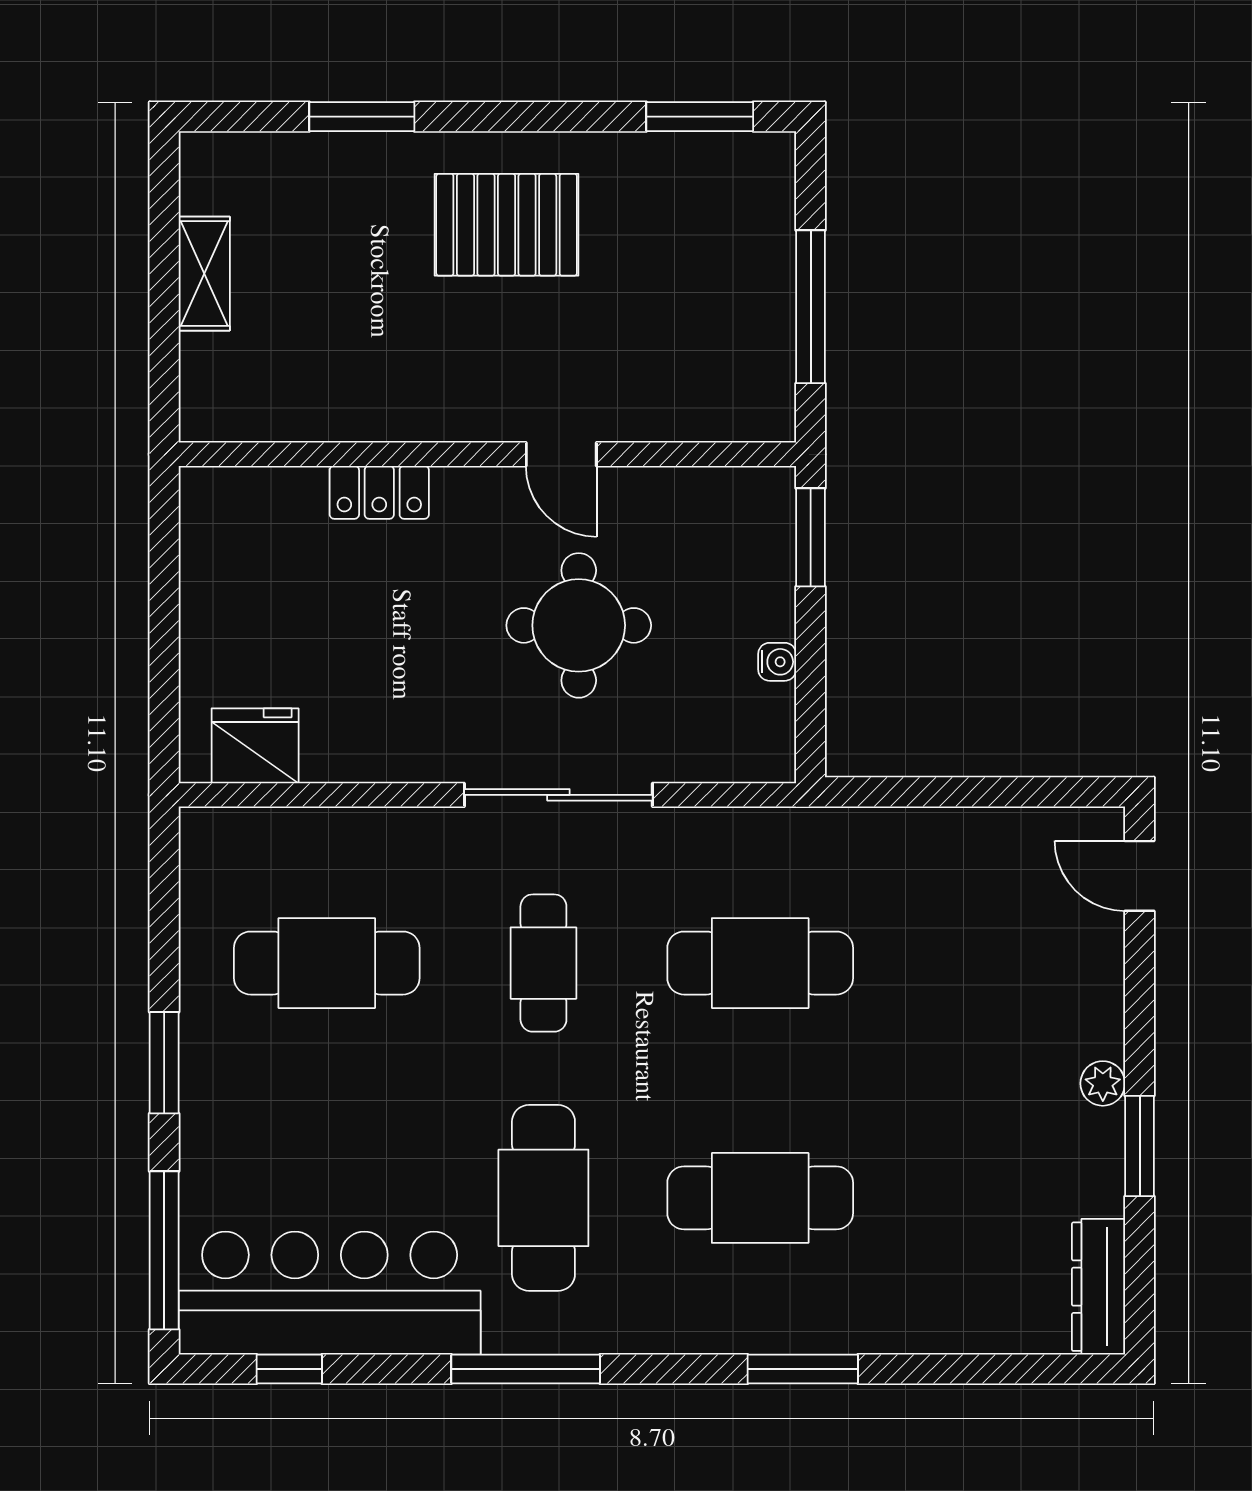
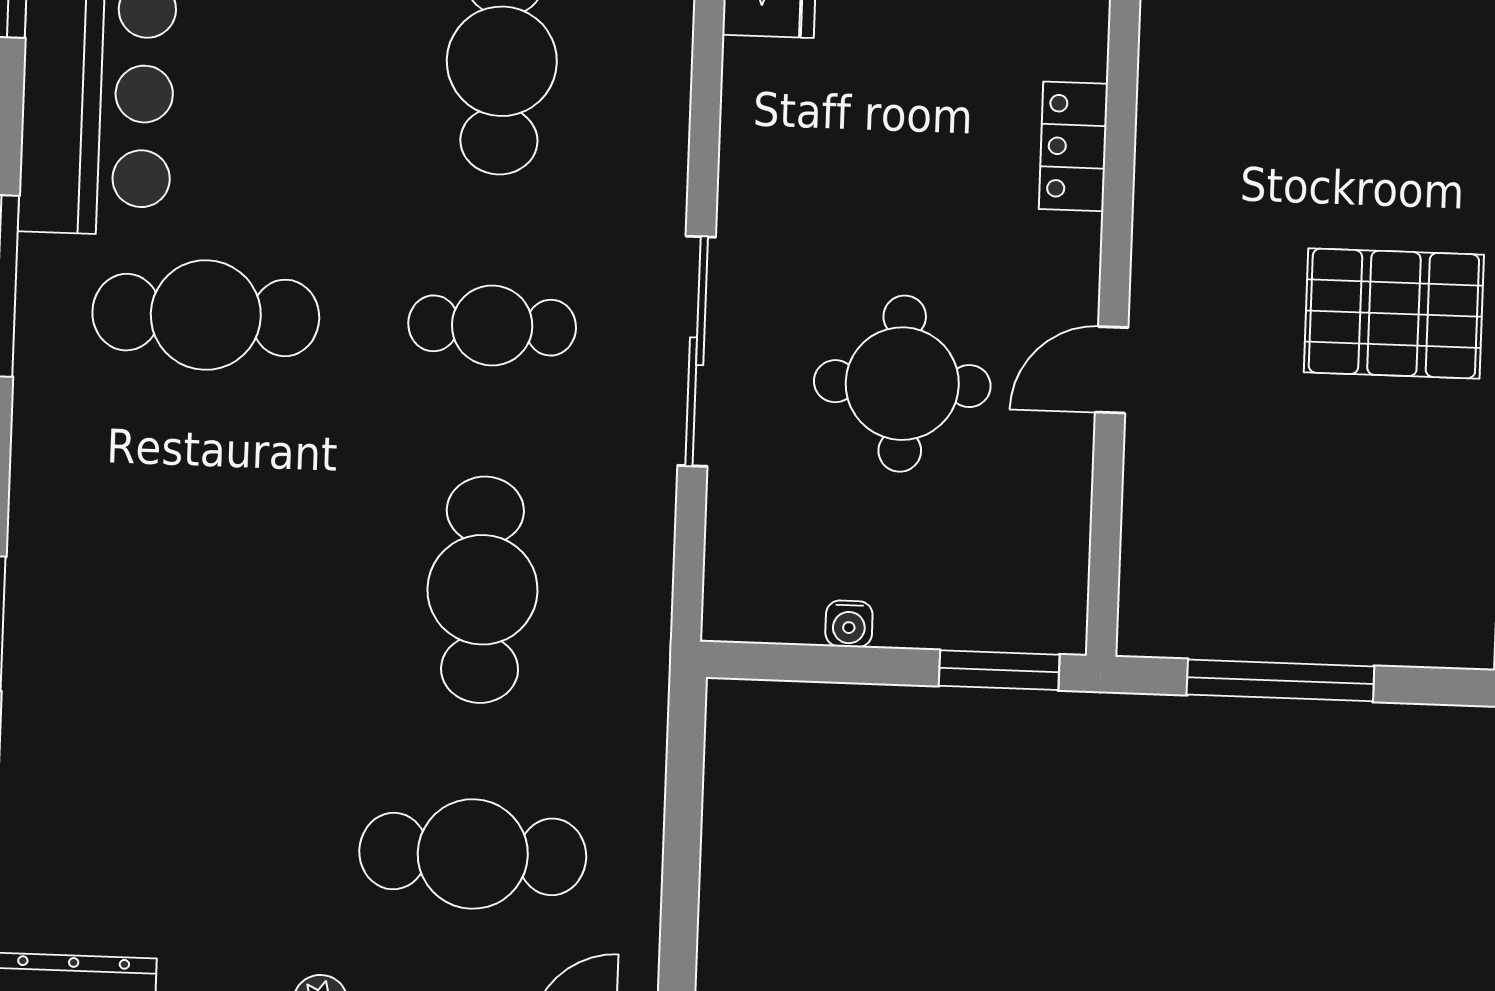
pallet: (507, 225) -> (1394, 313), turned 90
cafe table: (760, 1198) -> (473, 854), moved, turned 90

